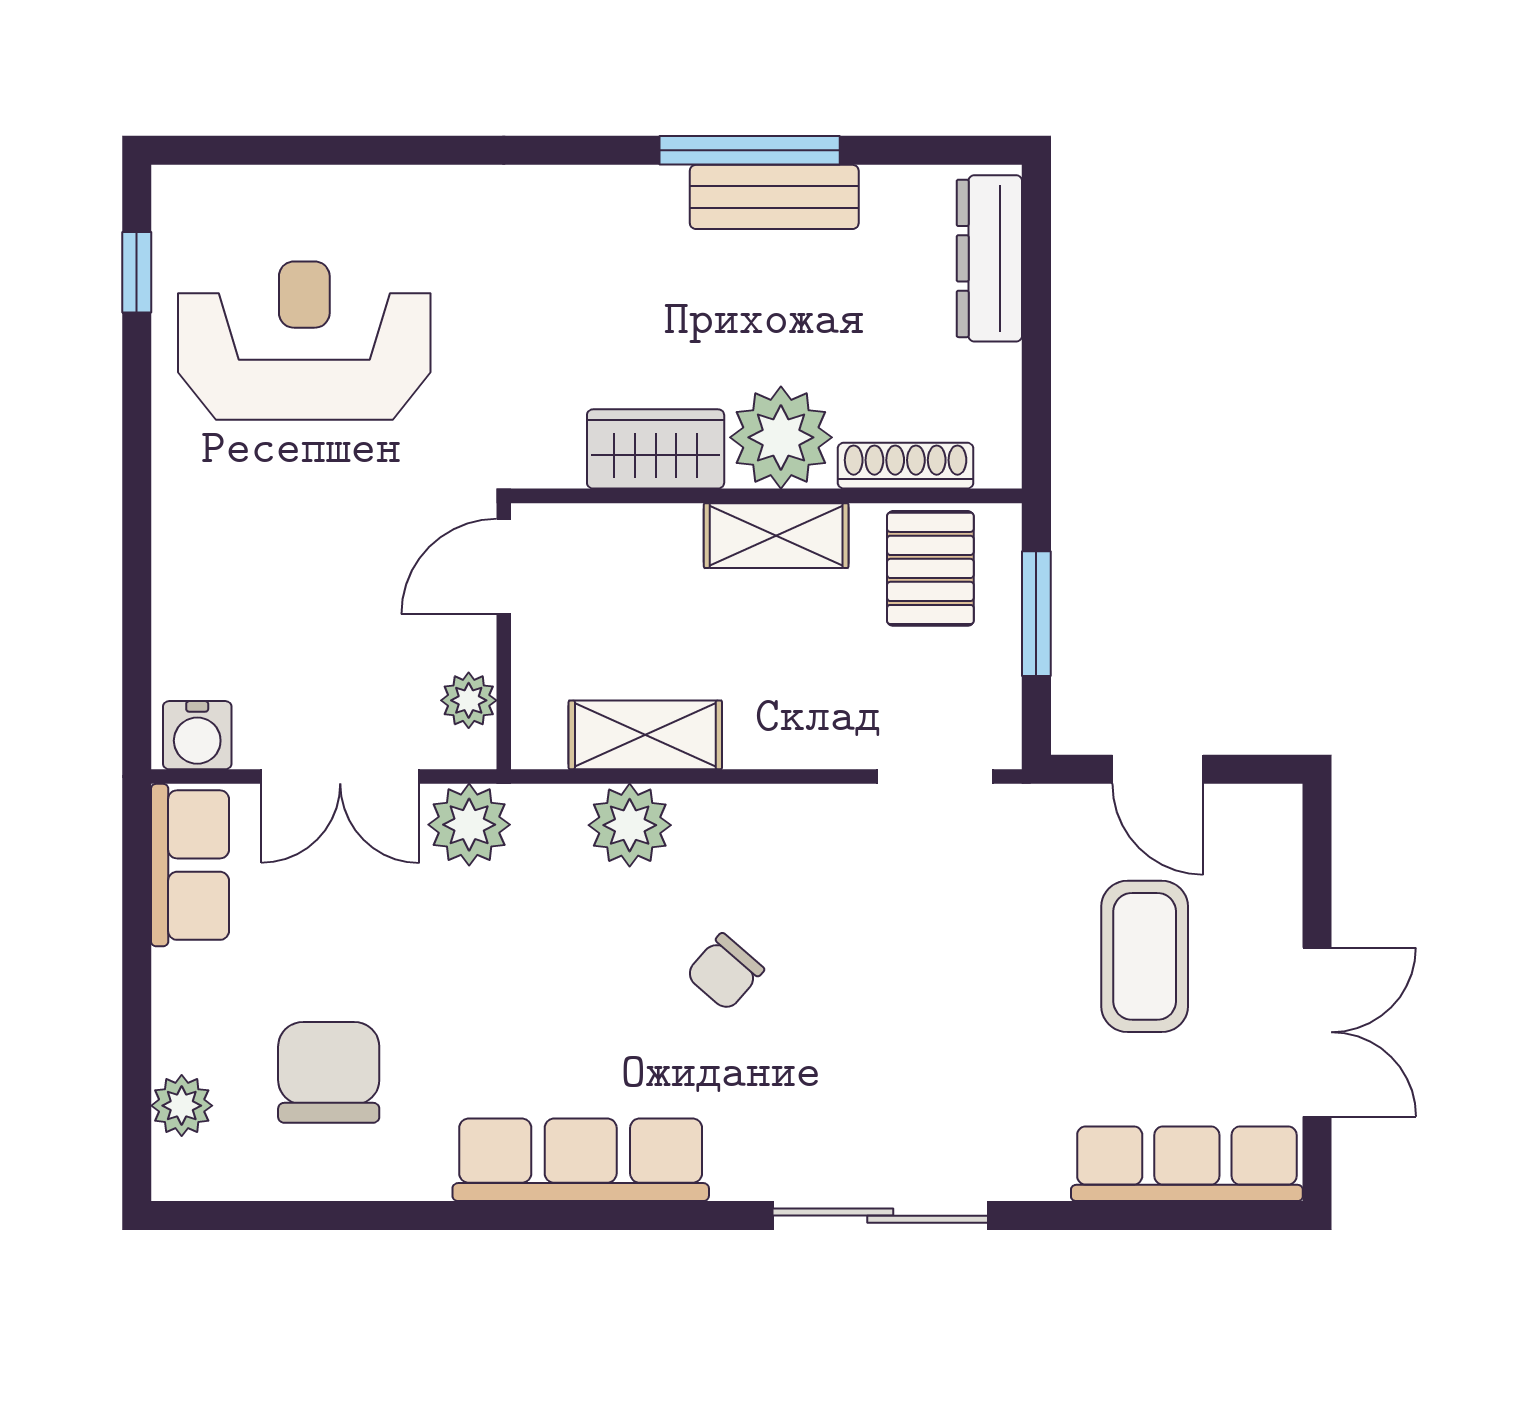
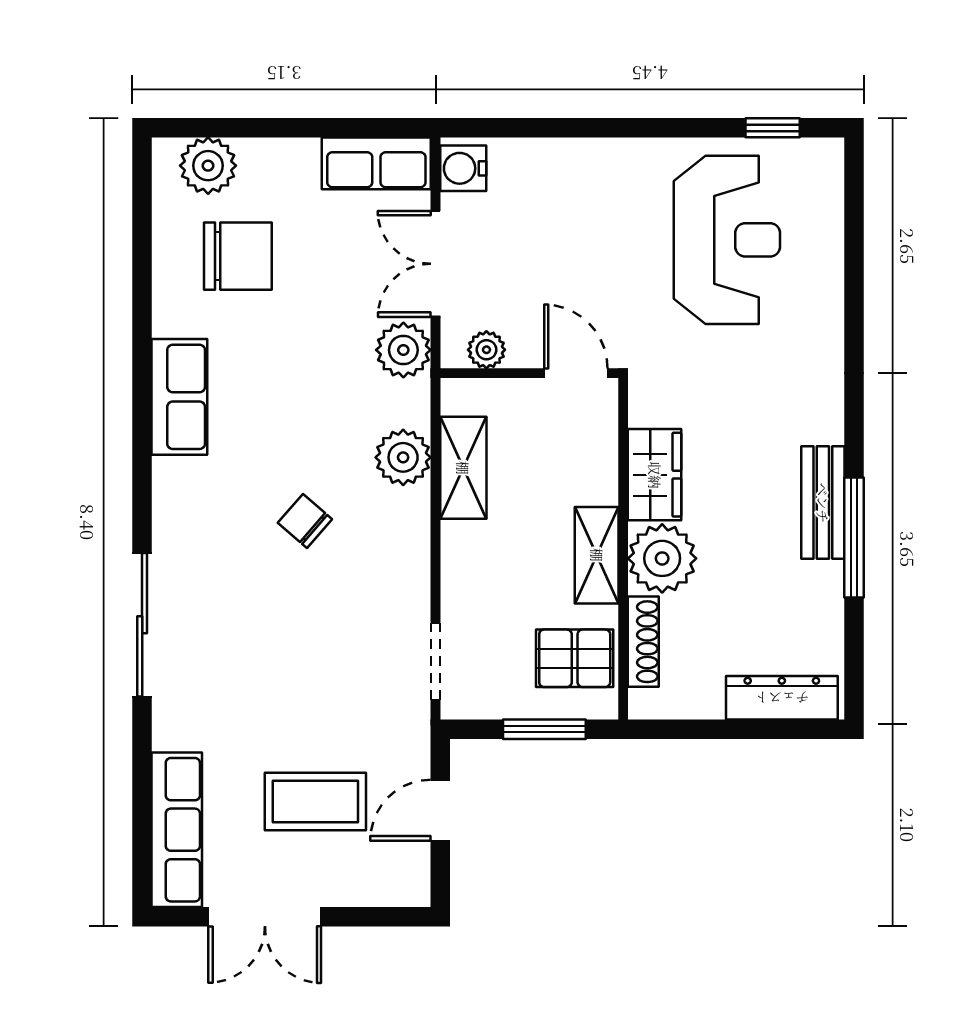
bench: (774, 197) -> (823, 503), moved
plant: (182, 1106) -> (208, 166), width x1.38, depth x1.38
row of seats: (581, 1160) -> (179, 397), width x0.68

